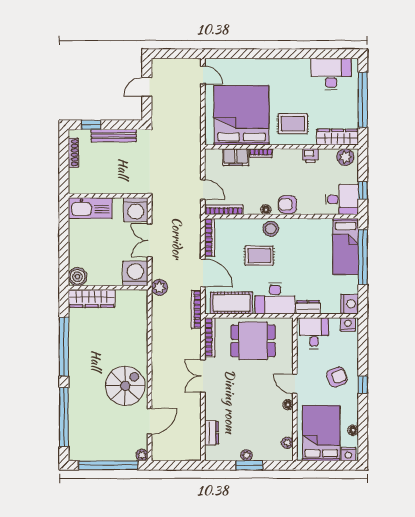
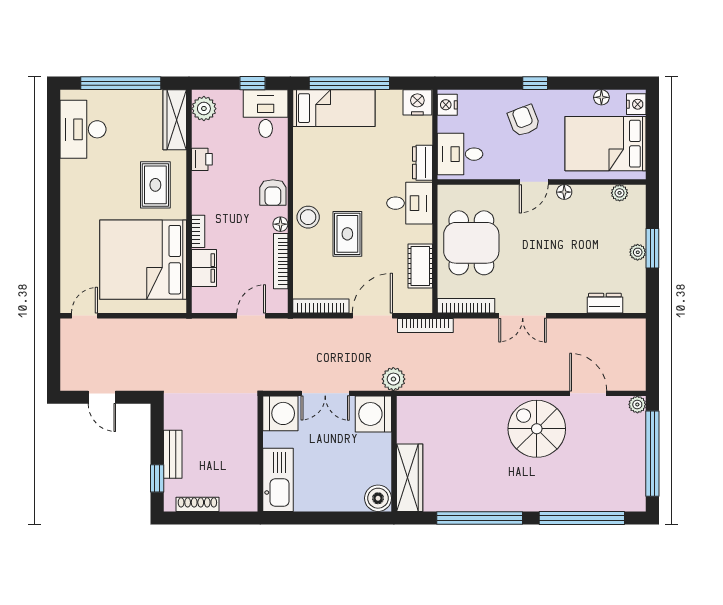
bench: (114, 136) -> (173, 454), width x0.73
bookcase: (224, 210) -> (281, 261), moved
desk: (275, 298) -> (410, 203), width x0.73
cot: (231, 303) -> (420, 266), width x0.73, depth x0.75

